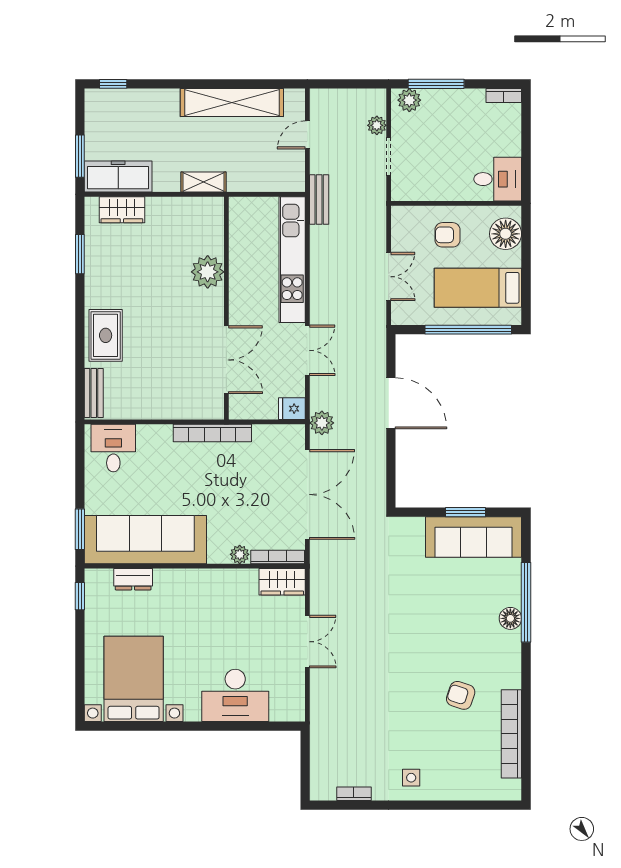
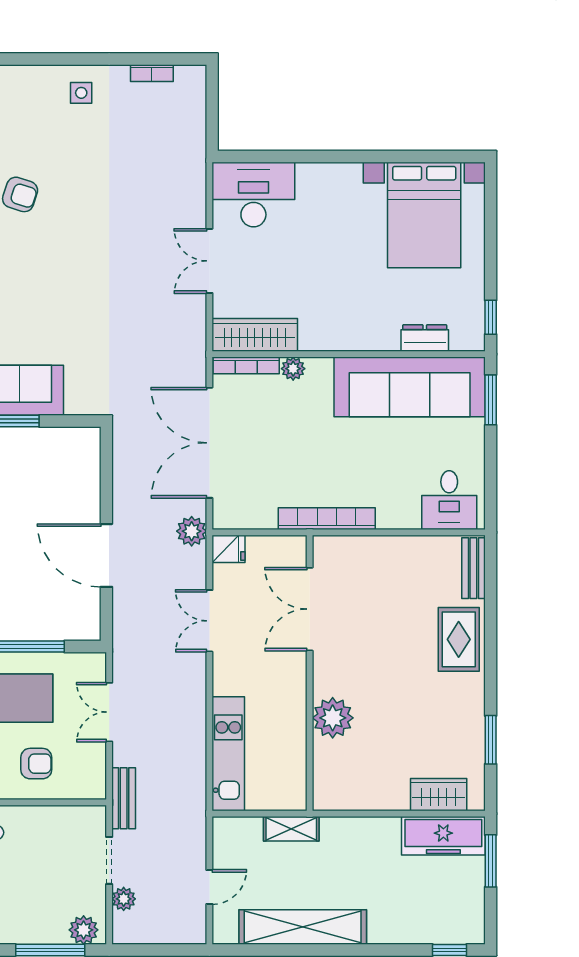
shelving: (204, 182) -> (291, 829), moved
bench: (319, 200) -> (124, 798), moved
kitchen unit: (292, 260) -> (228, 754), width x0.73
wardrobe: (282, 582) -> (255, 335), width x1.50
desk: (235, 695) -> (253, 194), moved

